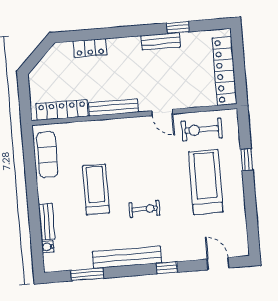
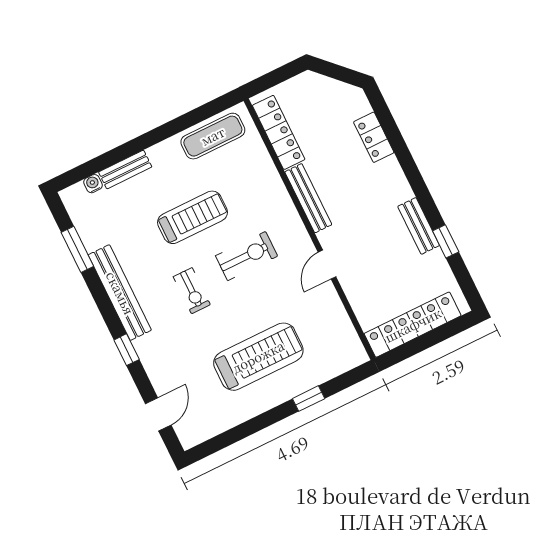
exercise bike: (202, 130) -> (247, 256), moved, turned 90

